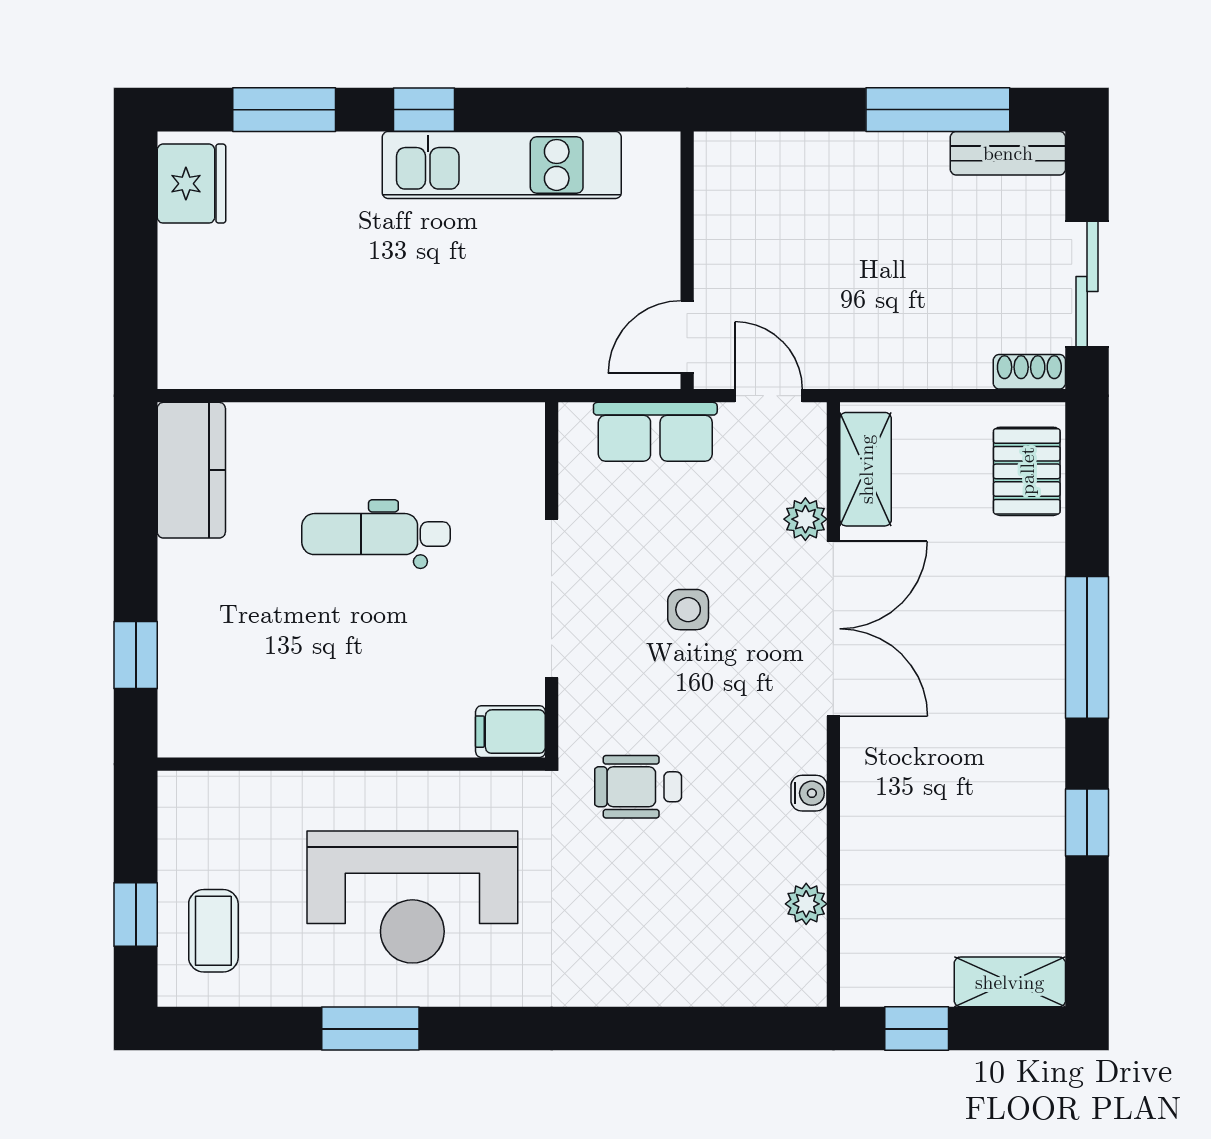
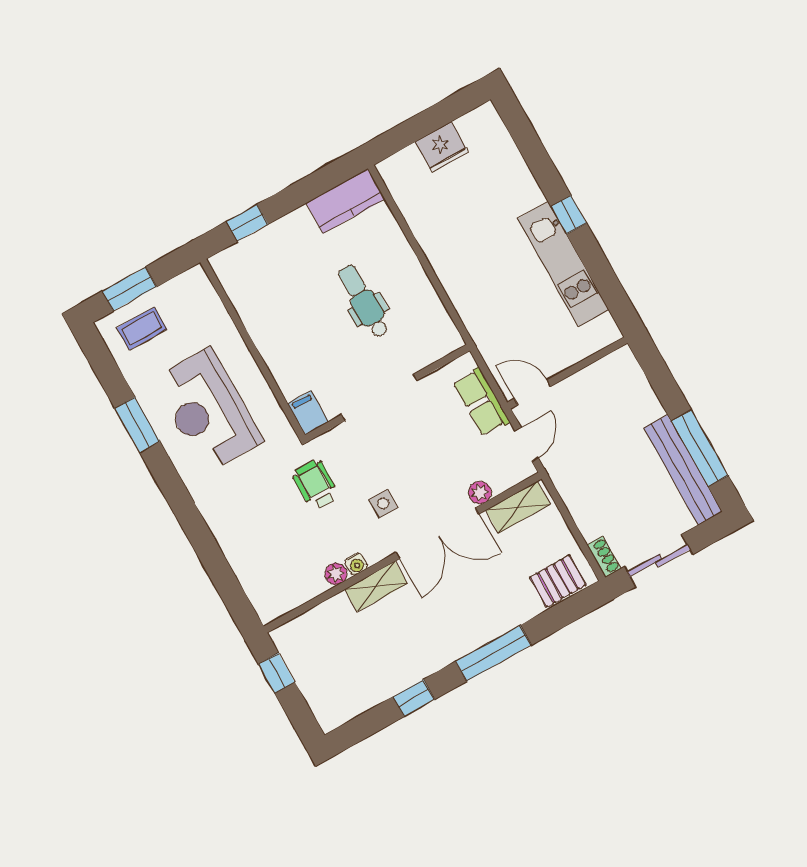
window: (284, 110) -> (533, 151), removed
bench: (1008, 153) -> (683, 470), width x1.86, depth x1.21
fridge: (191, 184) -> (442, 147), moved
side table: (688, 610) -> (383, 504), moved
plant: (806, 904) -> (336, 574), moved
window: (136, 914) -> (129, 289), width x1.50
shelving: (1010, 982) -> (376, 586), moved, turned 90

